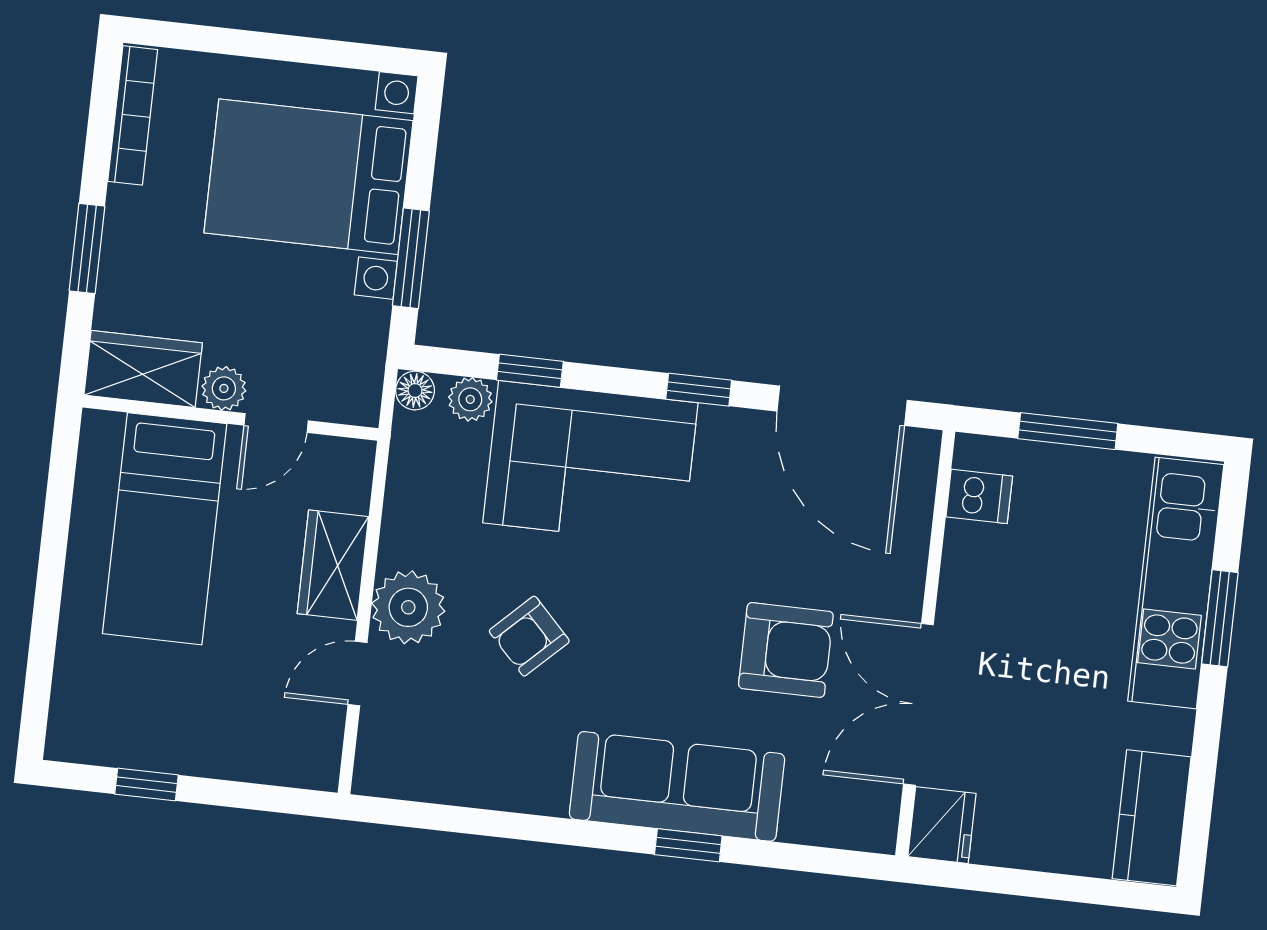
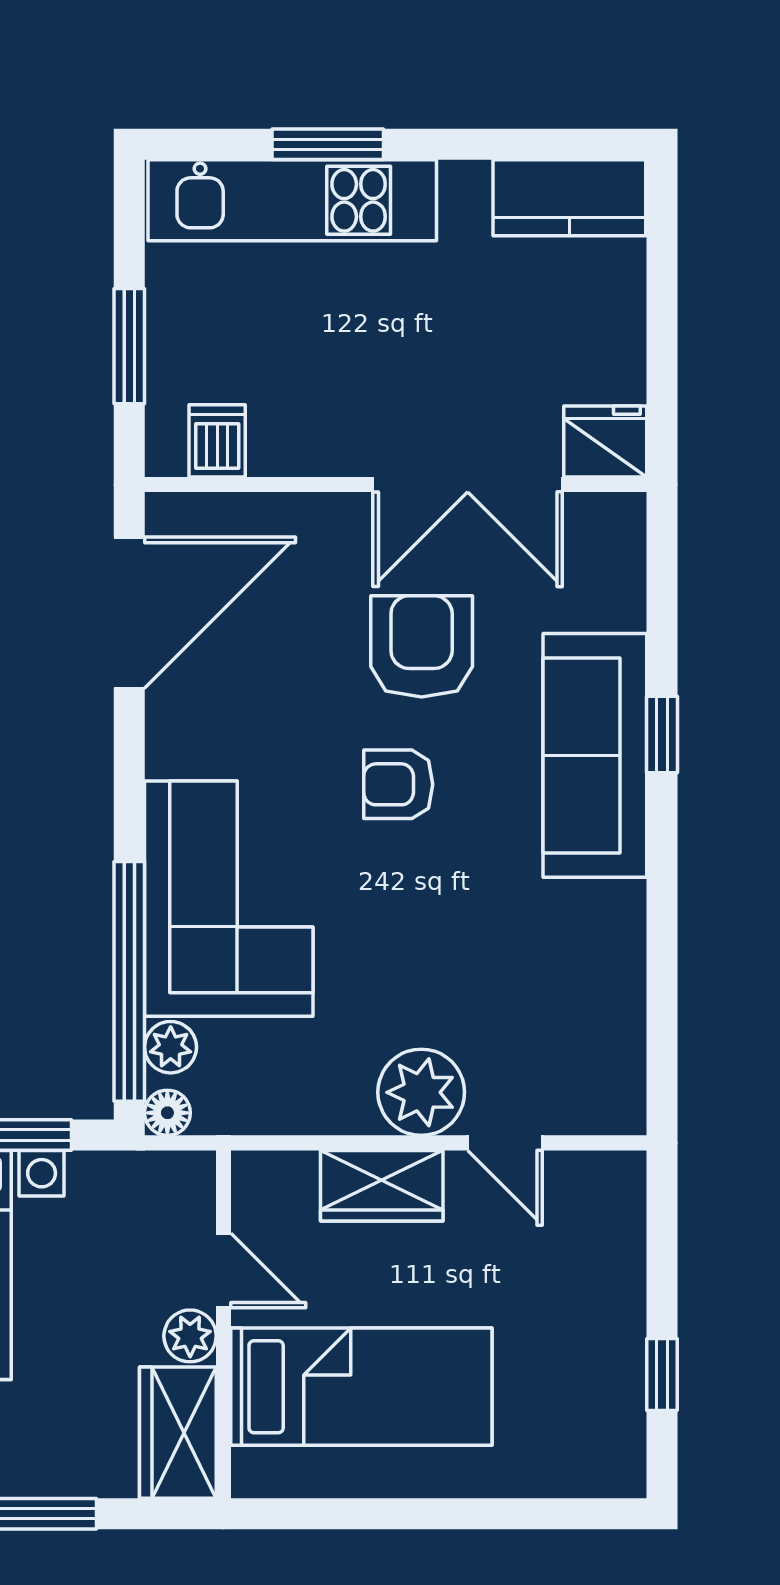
window: (530, 371) -> (129, 981), width x3.17
window: (699, 390) -> (129, 782), removed
armchair: (529, 636) -> (398, 784), moved, turned 134

